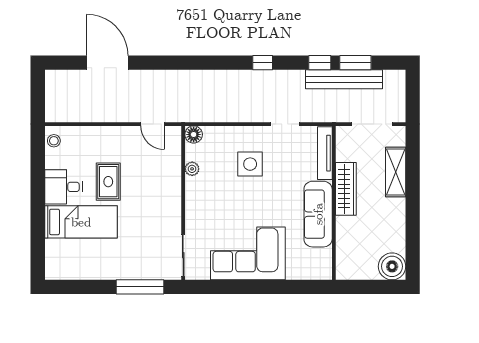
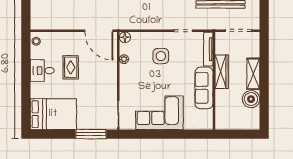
door: (153, 124) -> (99, 31), width x1.87
shelving: (396, 172) -> (253, 74), moved
bed: (81, 222) -> (53, 114), moved, width x1.50
boiler: (392, 266) -> (251, 99), moved

